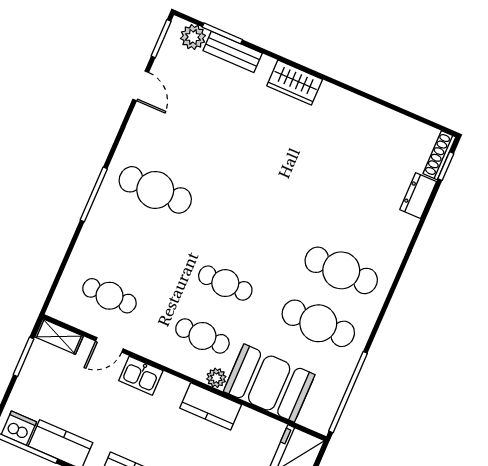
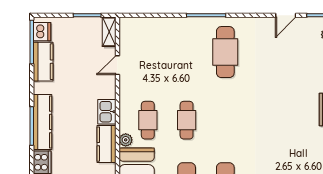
cafe table: (109, 296) -> (148, 52), removed
door: (109, 345) -> (117, 65), hinge flipped
kitchen sink: (141, 376) -> (107, 112), moved

